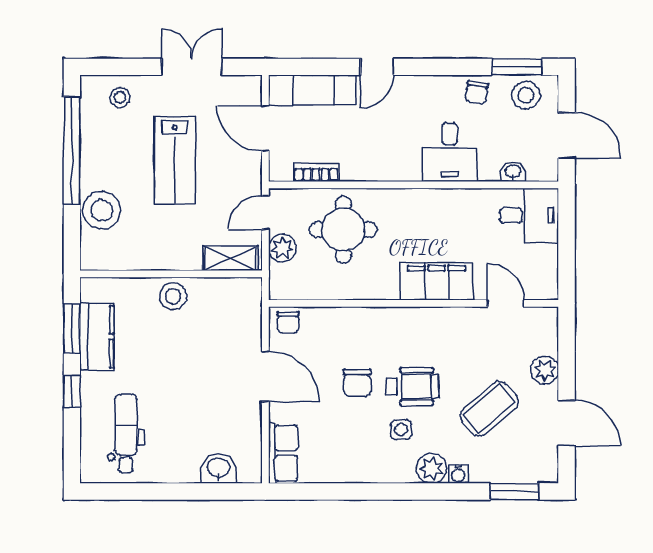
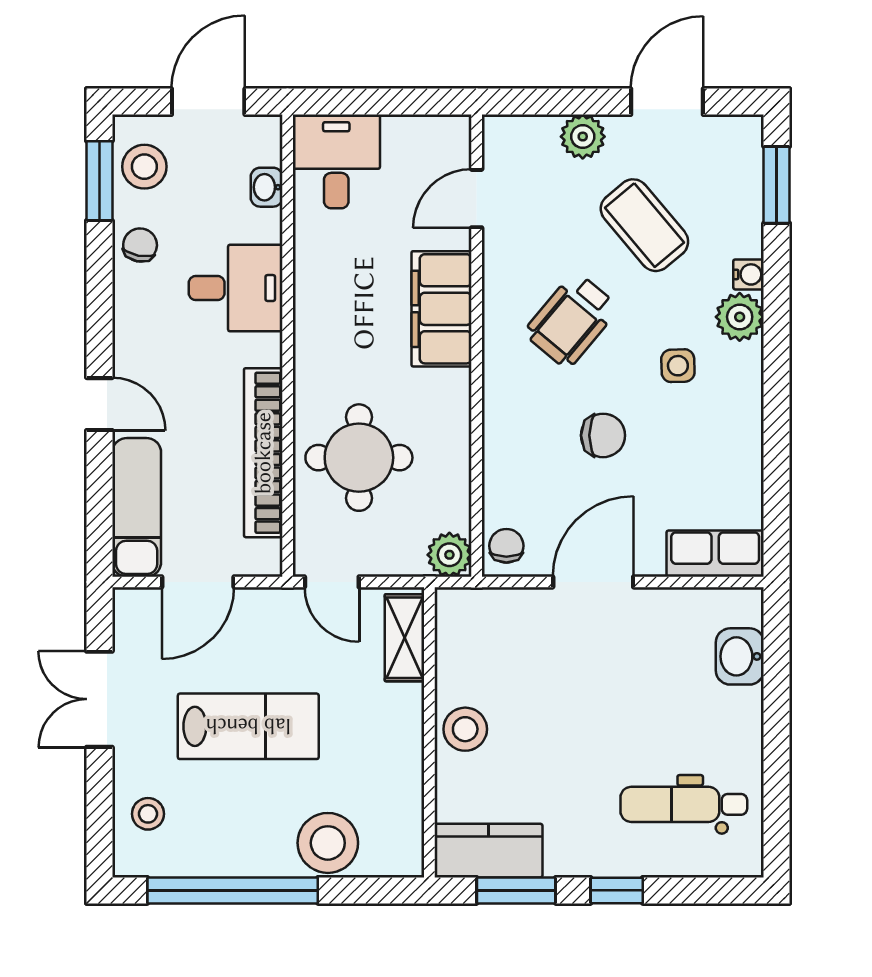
chair: (477, 92) -> (140, 245), turned -88
bookcase: (316, 172) -> (263, 453), width x2.31, depth x1.31
plant: (282, 248) -> (449, 555), moved
chair: (288, 322) -> (506, 546), turned -90
kitchen counter: (97, 337) -> (488, 851), moved
wheelchair: (412, 387) -> (571, 320), moved, turned -140

